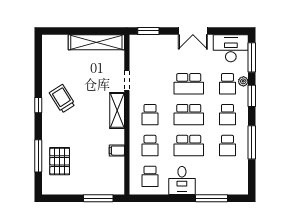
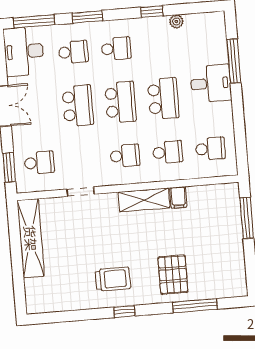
plant: (243, 81) -> (176, 22), moved
trolley: (62, 99) -> (113, 279), turned -148
shelving: (117, 110) -> (144, 200), moved
window: (252, 142) -> (152, 12), width x0.46
school desk: (227, 146) -> (39, 163), moved
pallet: (60, 161) -> (173, 275), moved, turned 90
desk: (182, 181) -> (211, 83), moved

